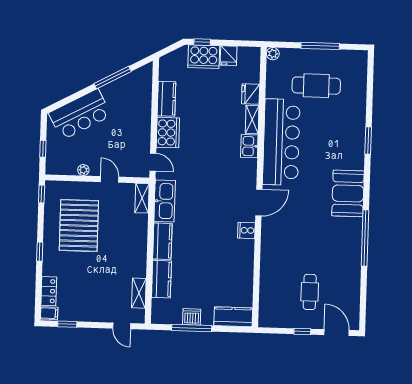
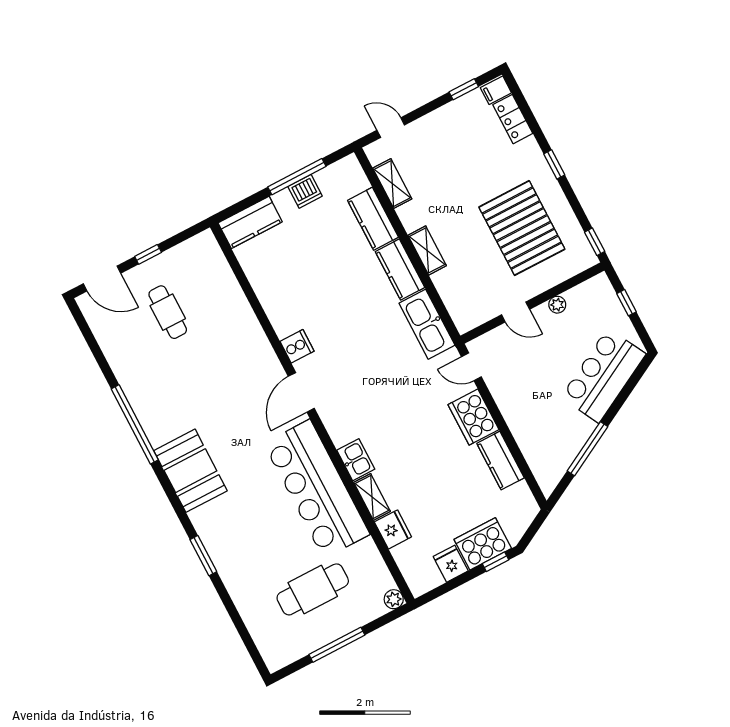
shelving: (142, 198) -> (427, 250), moved

